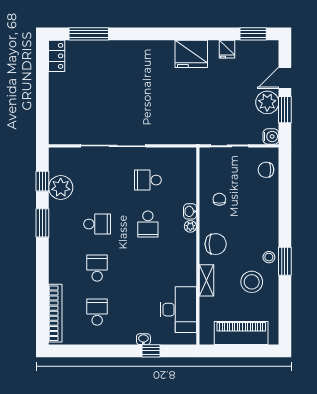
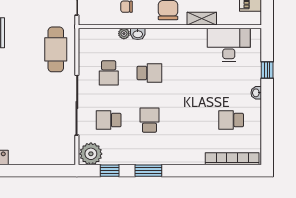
cafe table: (173, 123) -> (56, 49), added
plant: (61, 187) -> (91, 154), moved
plant: (190, 226) -> (124, 34), moved
school desk: (97, 268) -> (109, 120), moved
washbasin: (143, 339) -> (256, 93), moved

